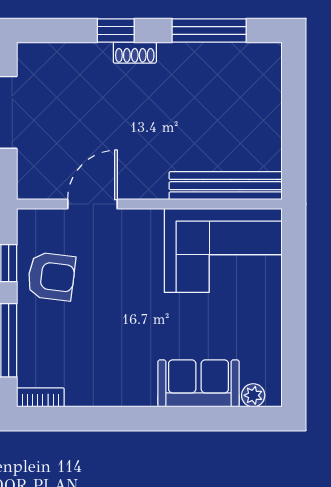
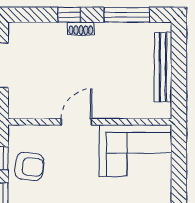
bench: (226, 186) -> (163, 67), moved, turned 90
door: (92, 204) -> (77, 122), moved

